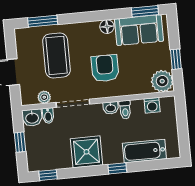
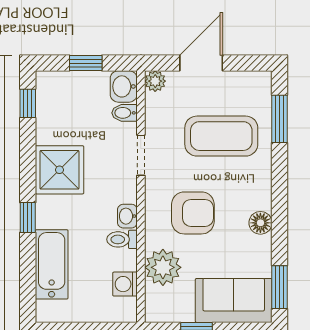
sofa: (139, 30) -> (234, 300), moved, turned 90
plant: (162, 81) -> (163, 267), moved
plant: (44, 97) -> (155, 81), moved
doorway: (73, 103) -> (141, 155), width x0.73

